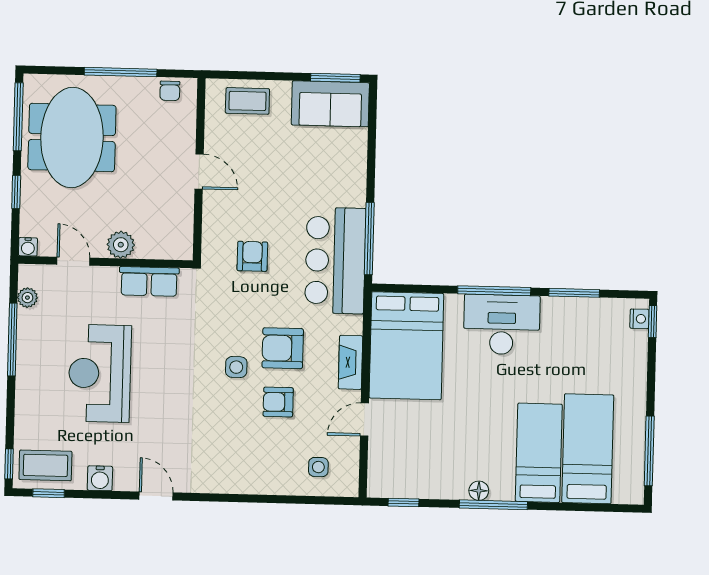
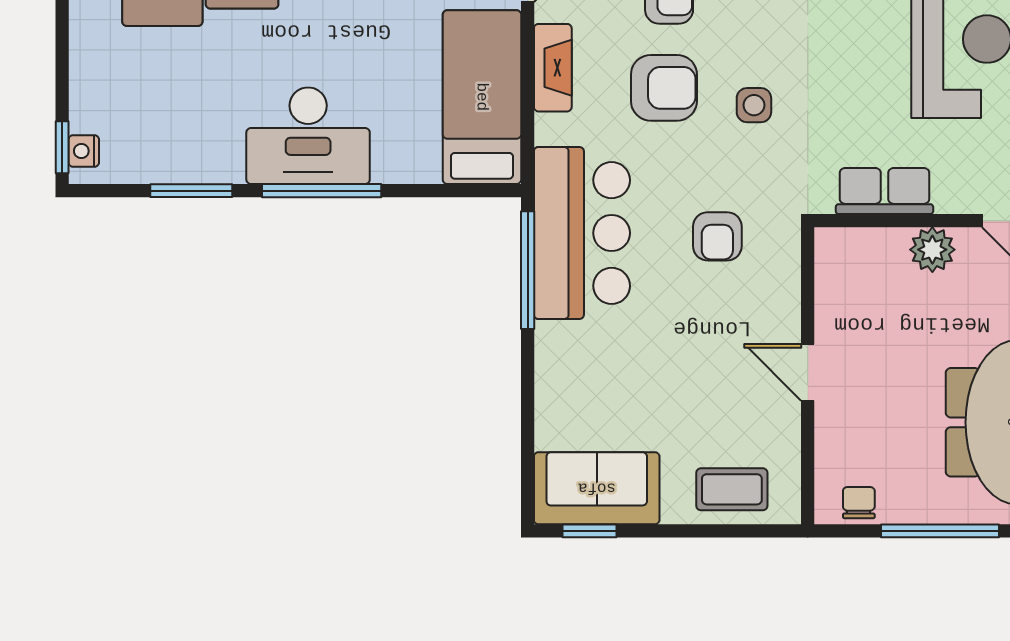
window: (335, 78) -> (590, 531), width x0.67
bed: (406, 346) -> (482, 97), width x0.67
side table: (236, 367) -> (754, 105), moved

